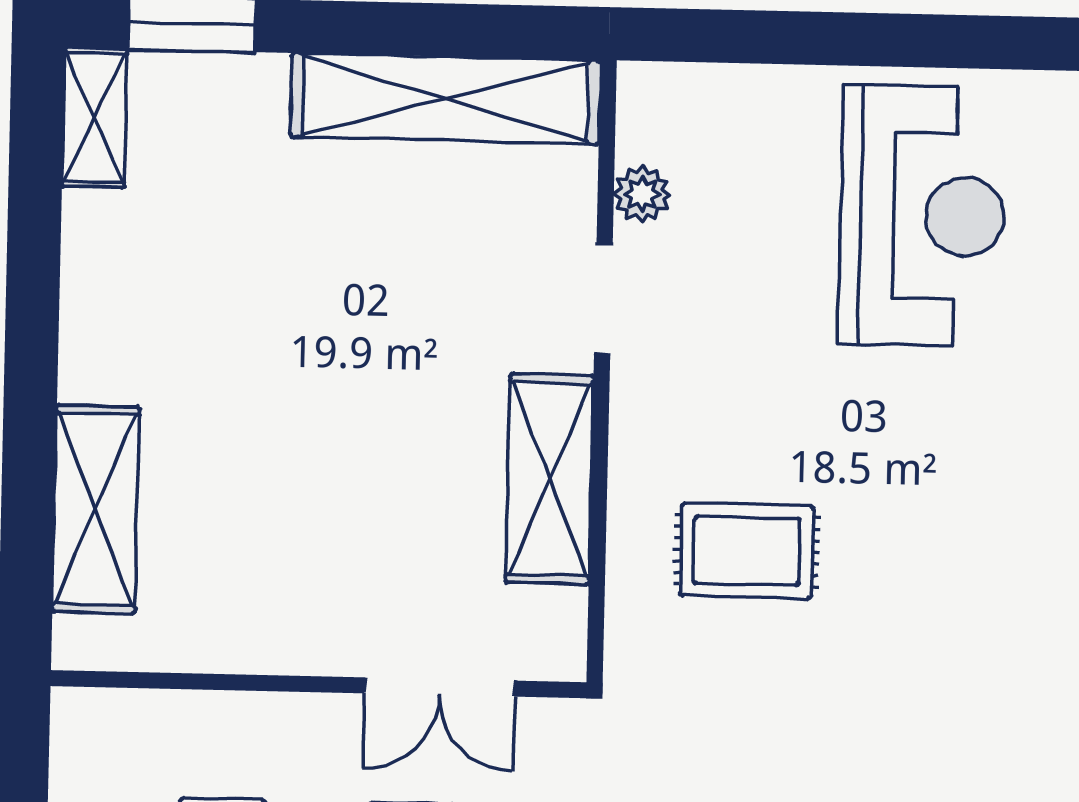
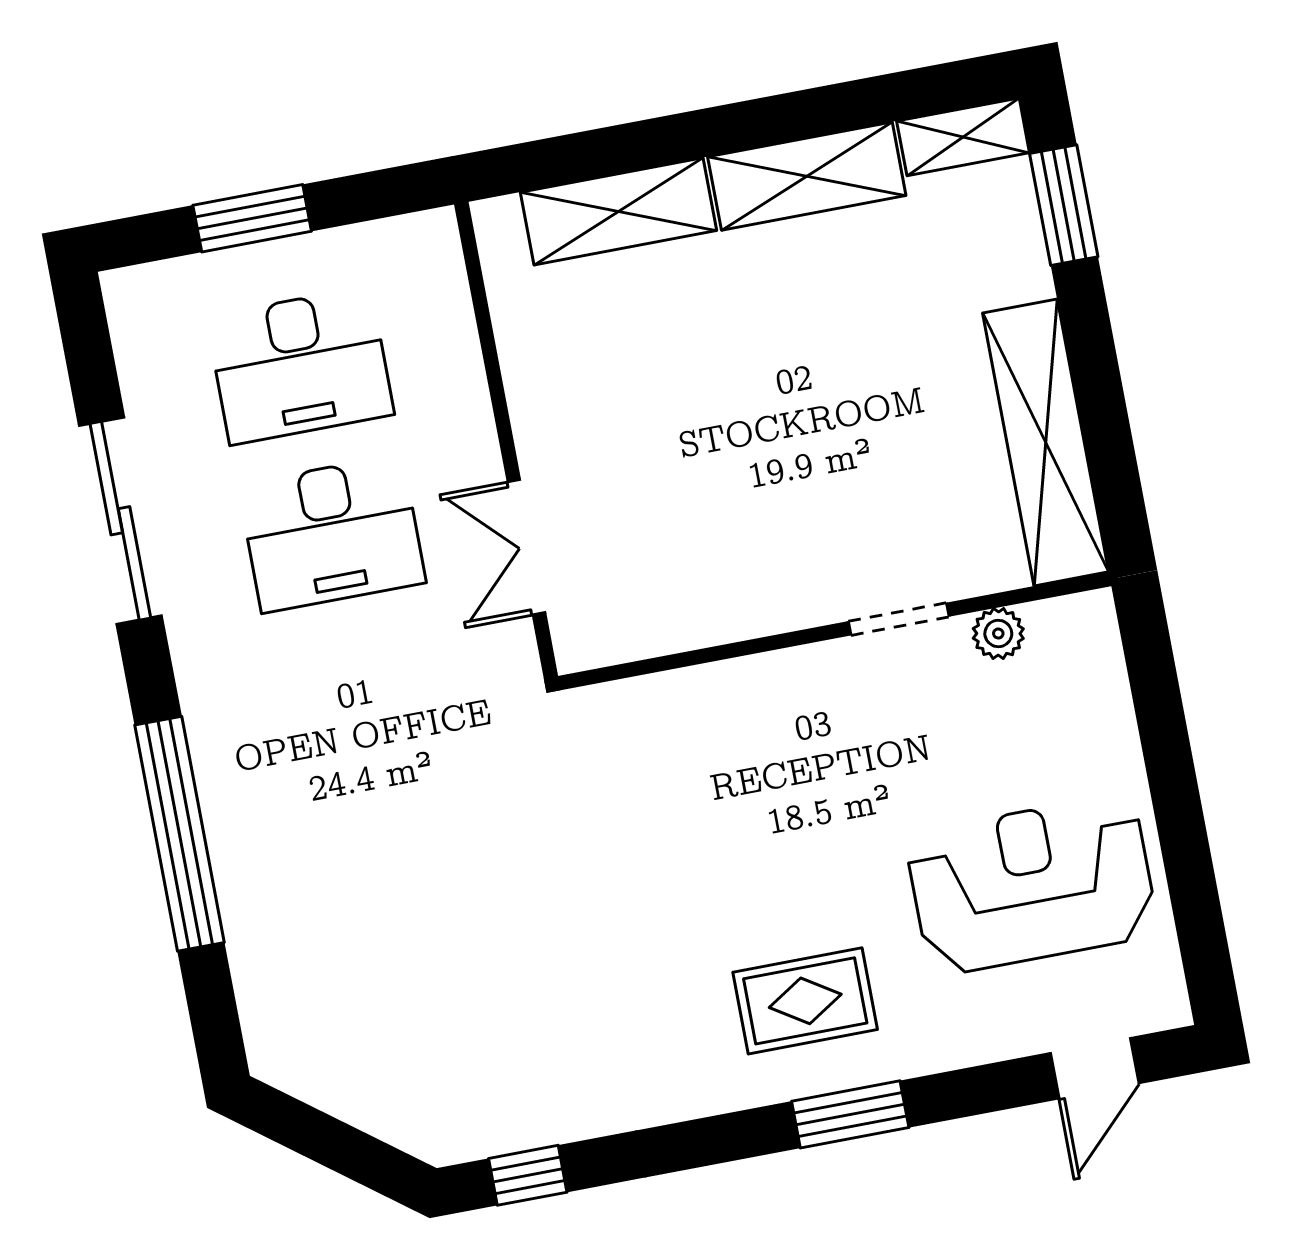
reception desk: (923, 216) -> (1032, 885), turned 180
shelving: (550, 479) -> (807, 176), moved
rug: (747, 551) -> (805, 1001), moved, turned 90

